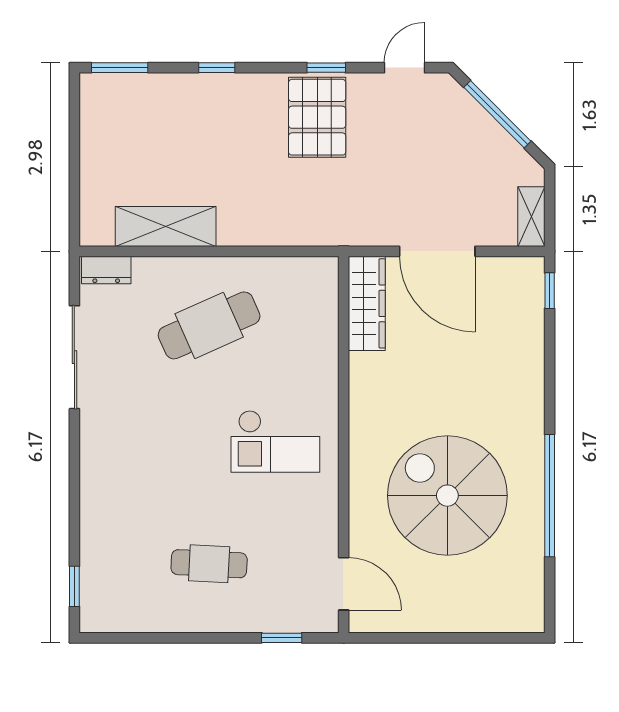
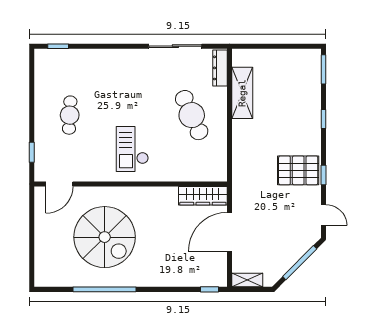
dresser: (106, 270) -> (220, 68), width x1.44
spiral stairs: (447, 496) -> (105, 237), turned 90

